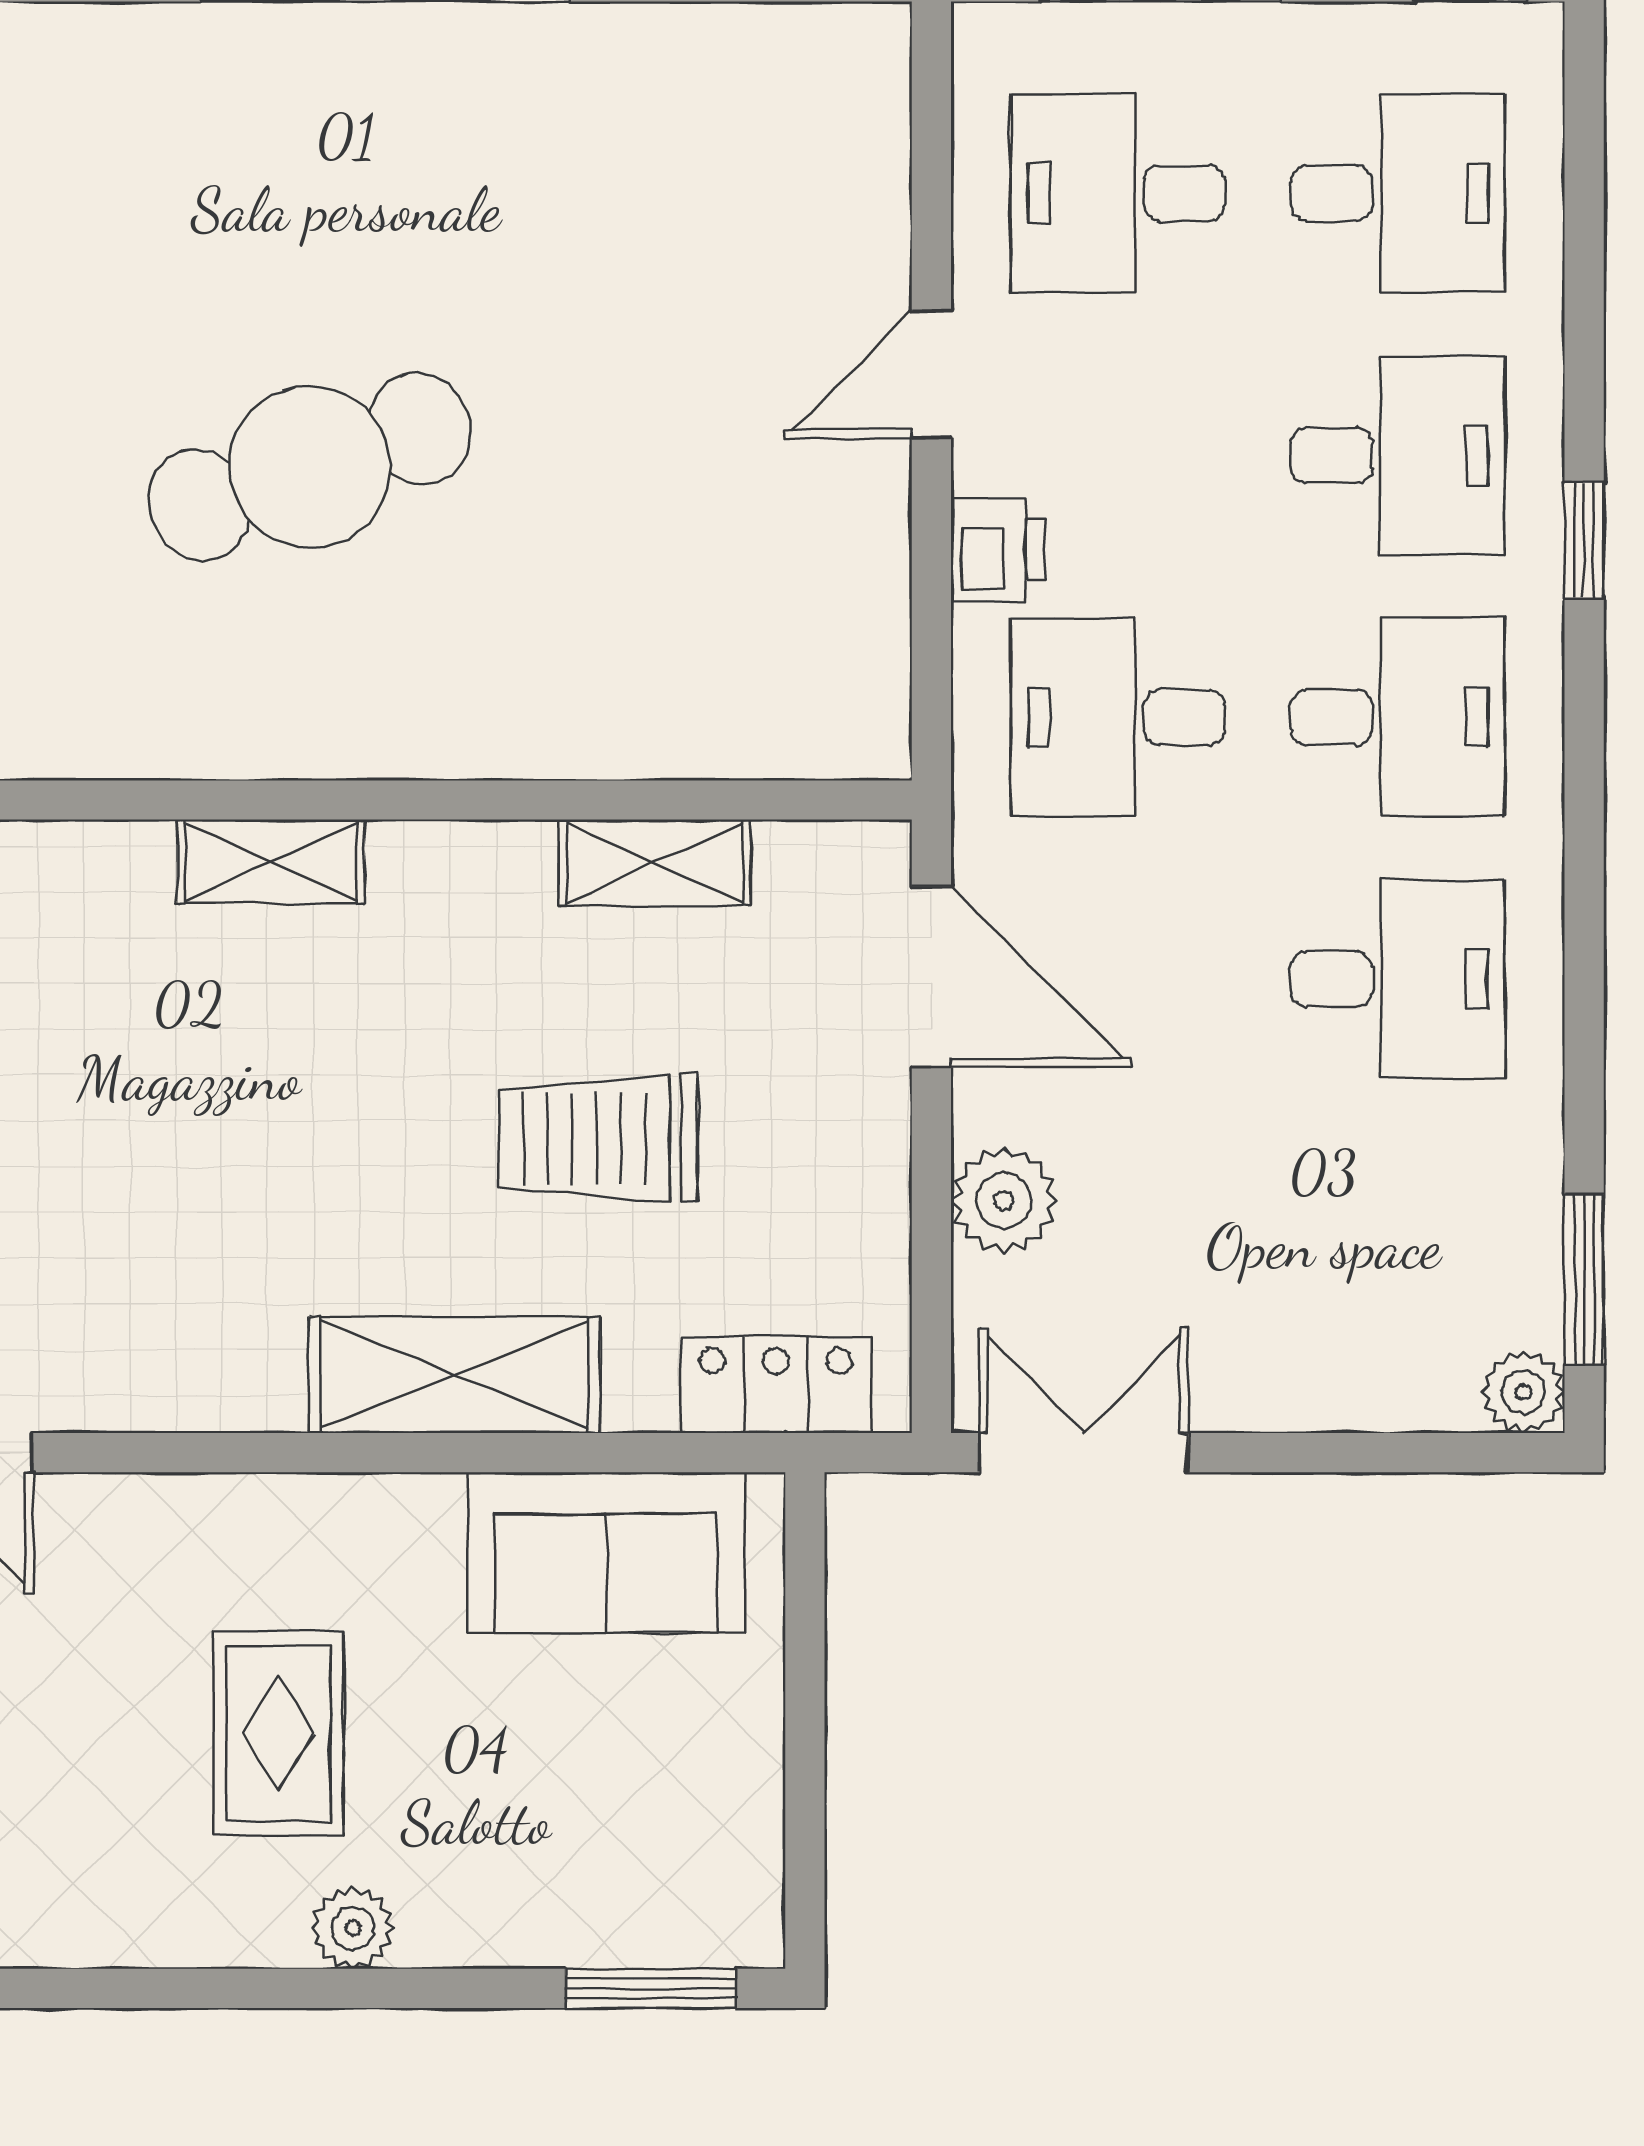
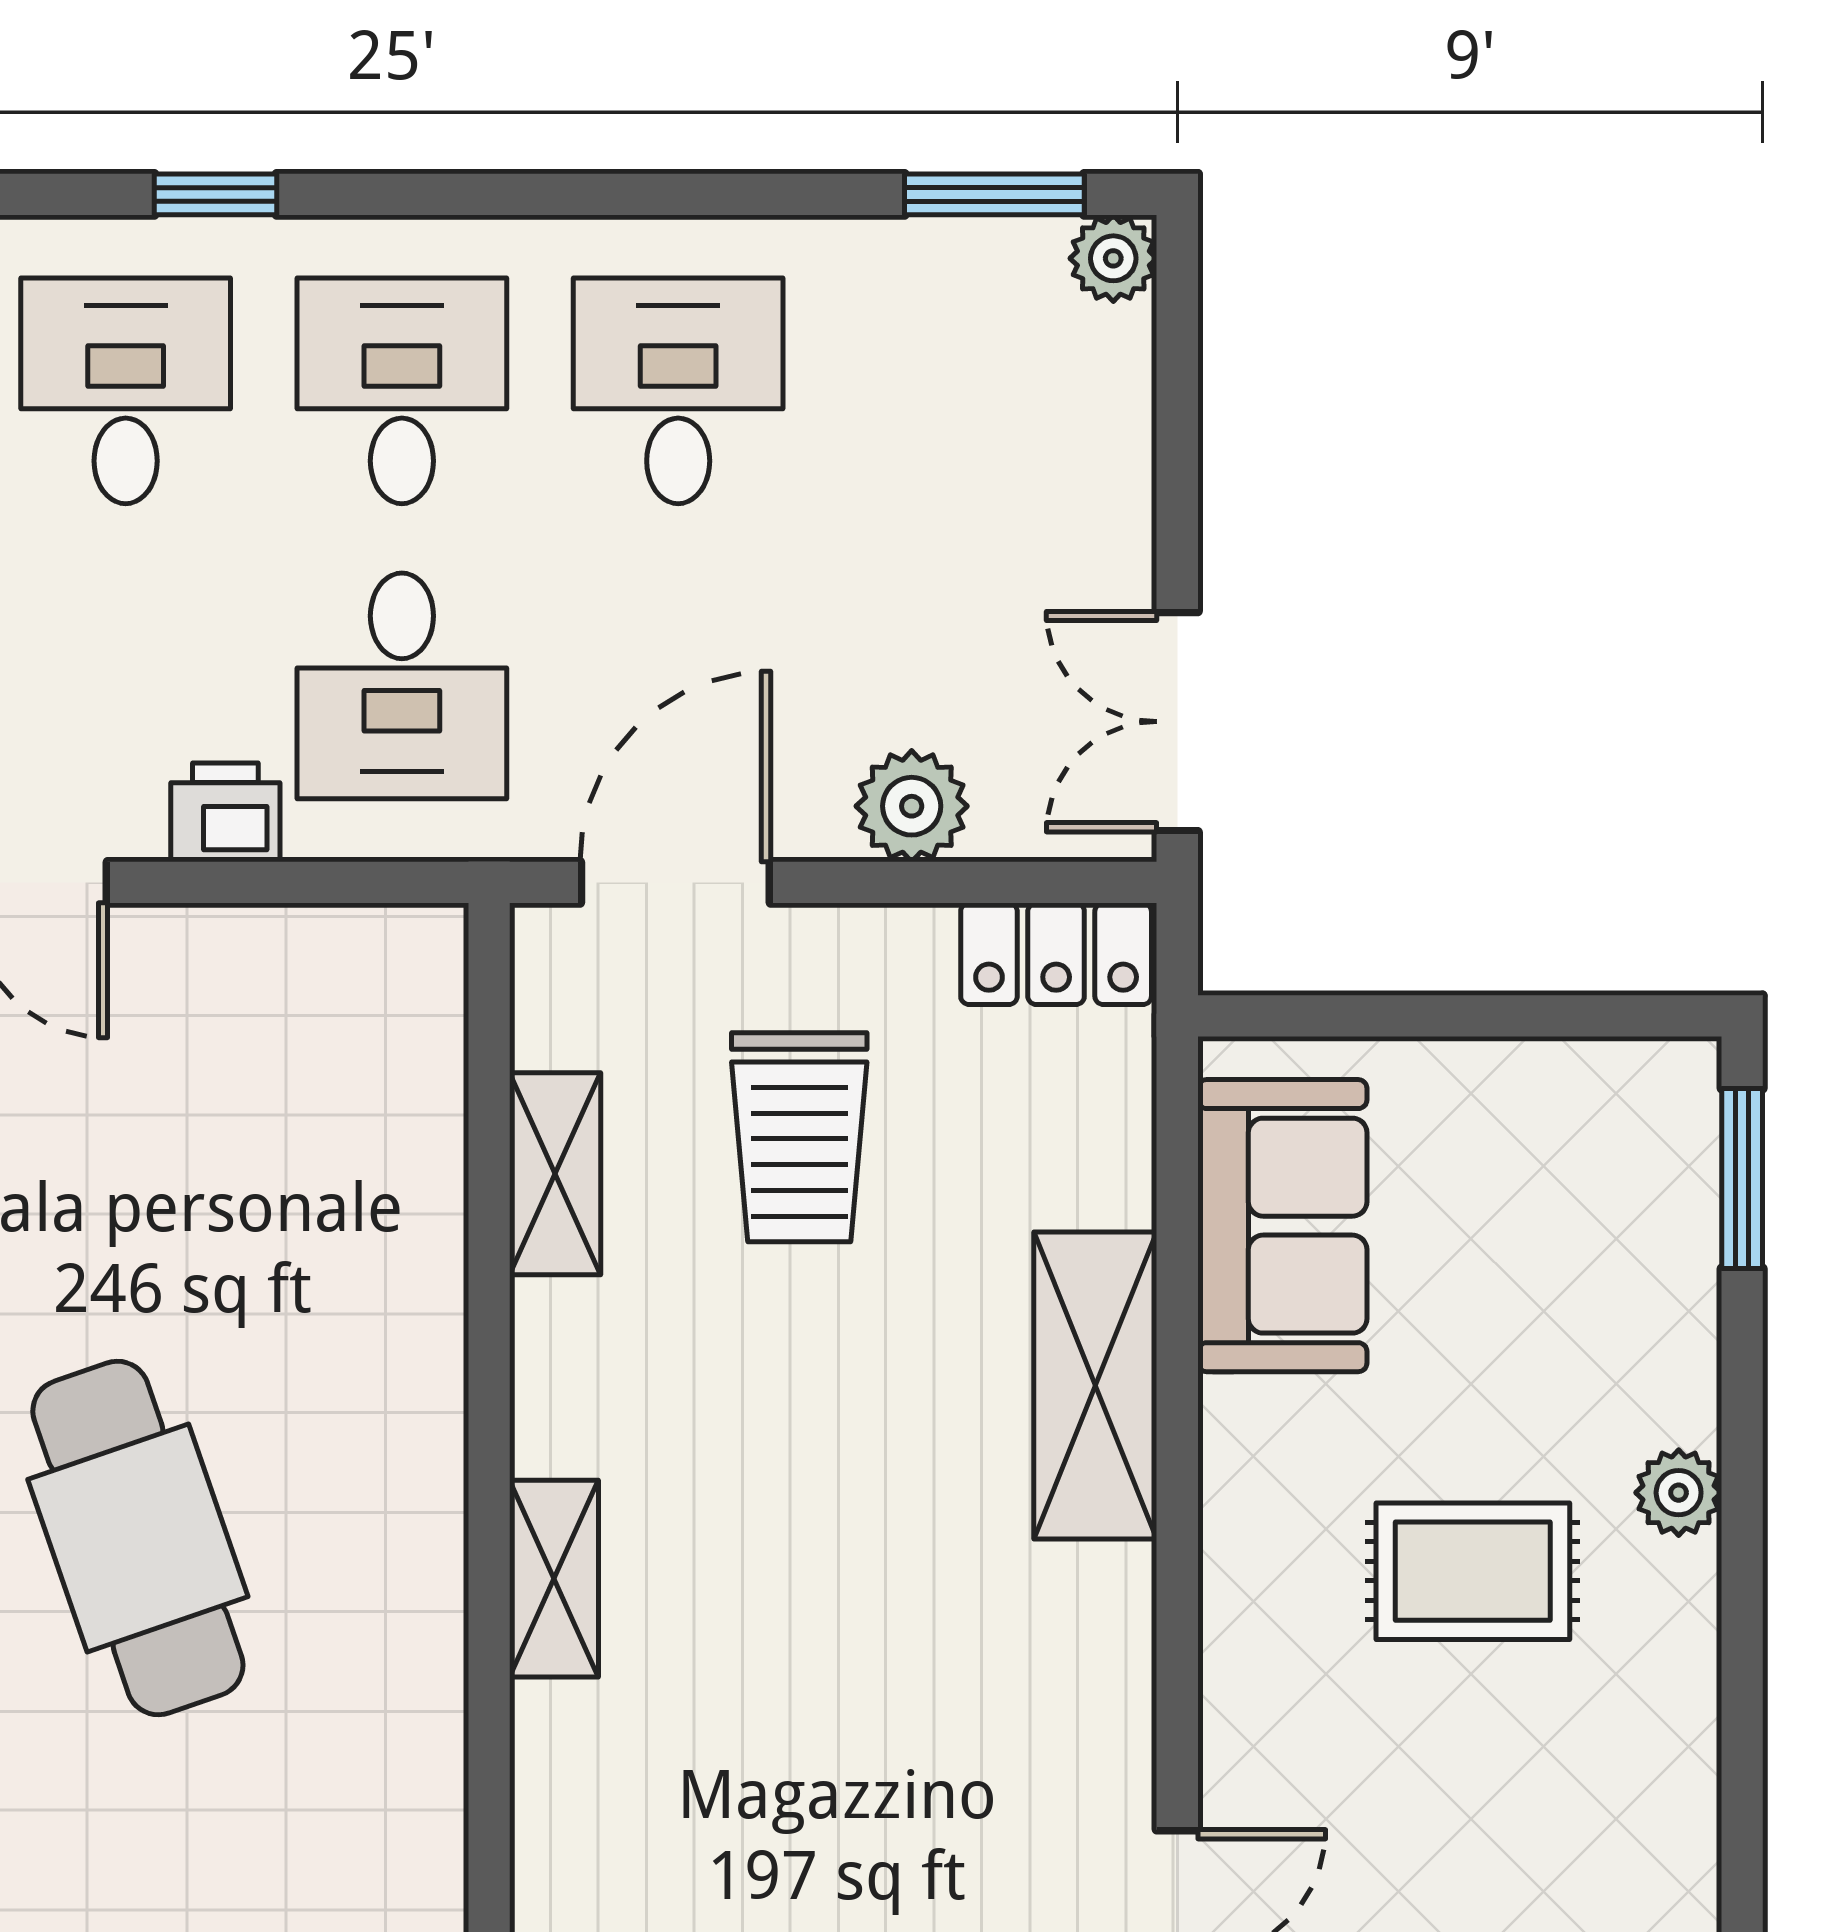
trolley: (598, 1138) -> (799, 1137), moved
locker: (776, 1385) -> (1056, 954), moved, turned -90

